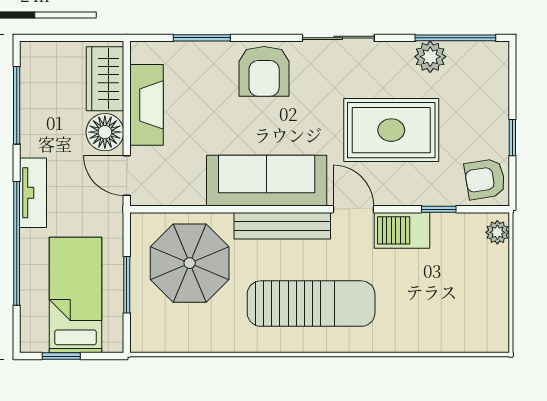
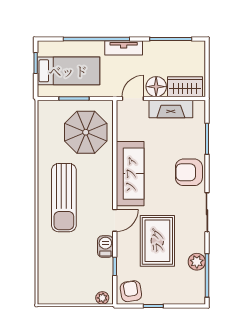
bench: (282, 226) -> (106, 182), removed
barbecue: (402, 230) -> (105, 247), width x0.73, depth x0.79

